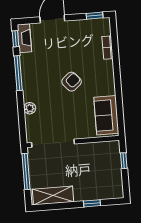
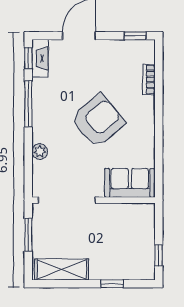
armchair: (72, 82) -> (98, 121), width x1.88, depth x1.88
sofa: (106, 115) -> (130, 183), moved, turned 90
window: (124, 161) -> (159, 255), moved
window: (26, 171) -> (28, 235), width x0.69

